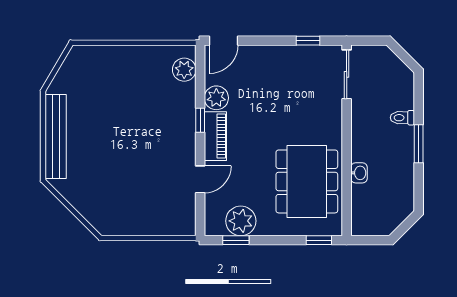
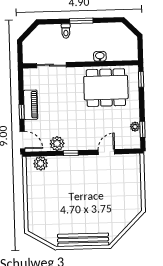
window: (308, 41) -> (22, 112), moved
sliding door: (347, 74) -> (51, 65), moved
piano: (215, 136) -> (31, 105), moved, turned 90
door: (200, 179) -> (106, 152), hinge flipped
plant: (241, 221) -> (135, 127), width x0.53, depth x0.53

